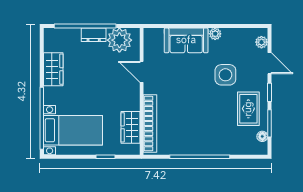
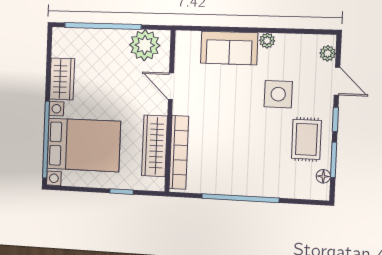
dresser: (94, 35) -> (113, 37), removed
wardrobe: (130, 127) -> (155, 146), width x1.50
bed with nightstands: (73, 130) -> (84, 145), width x1.36

